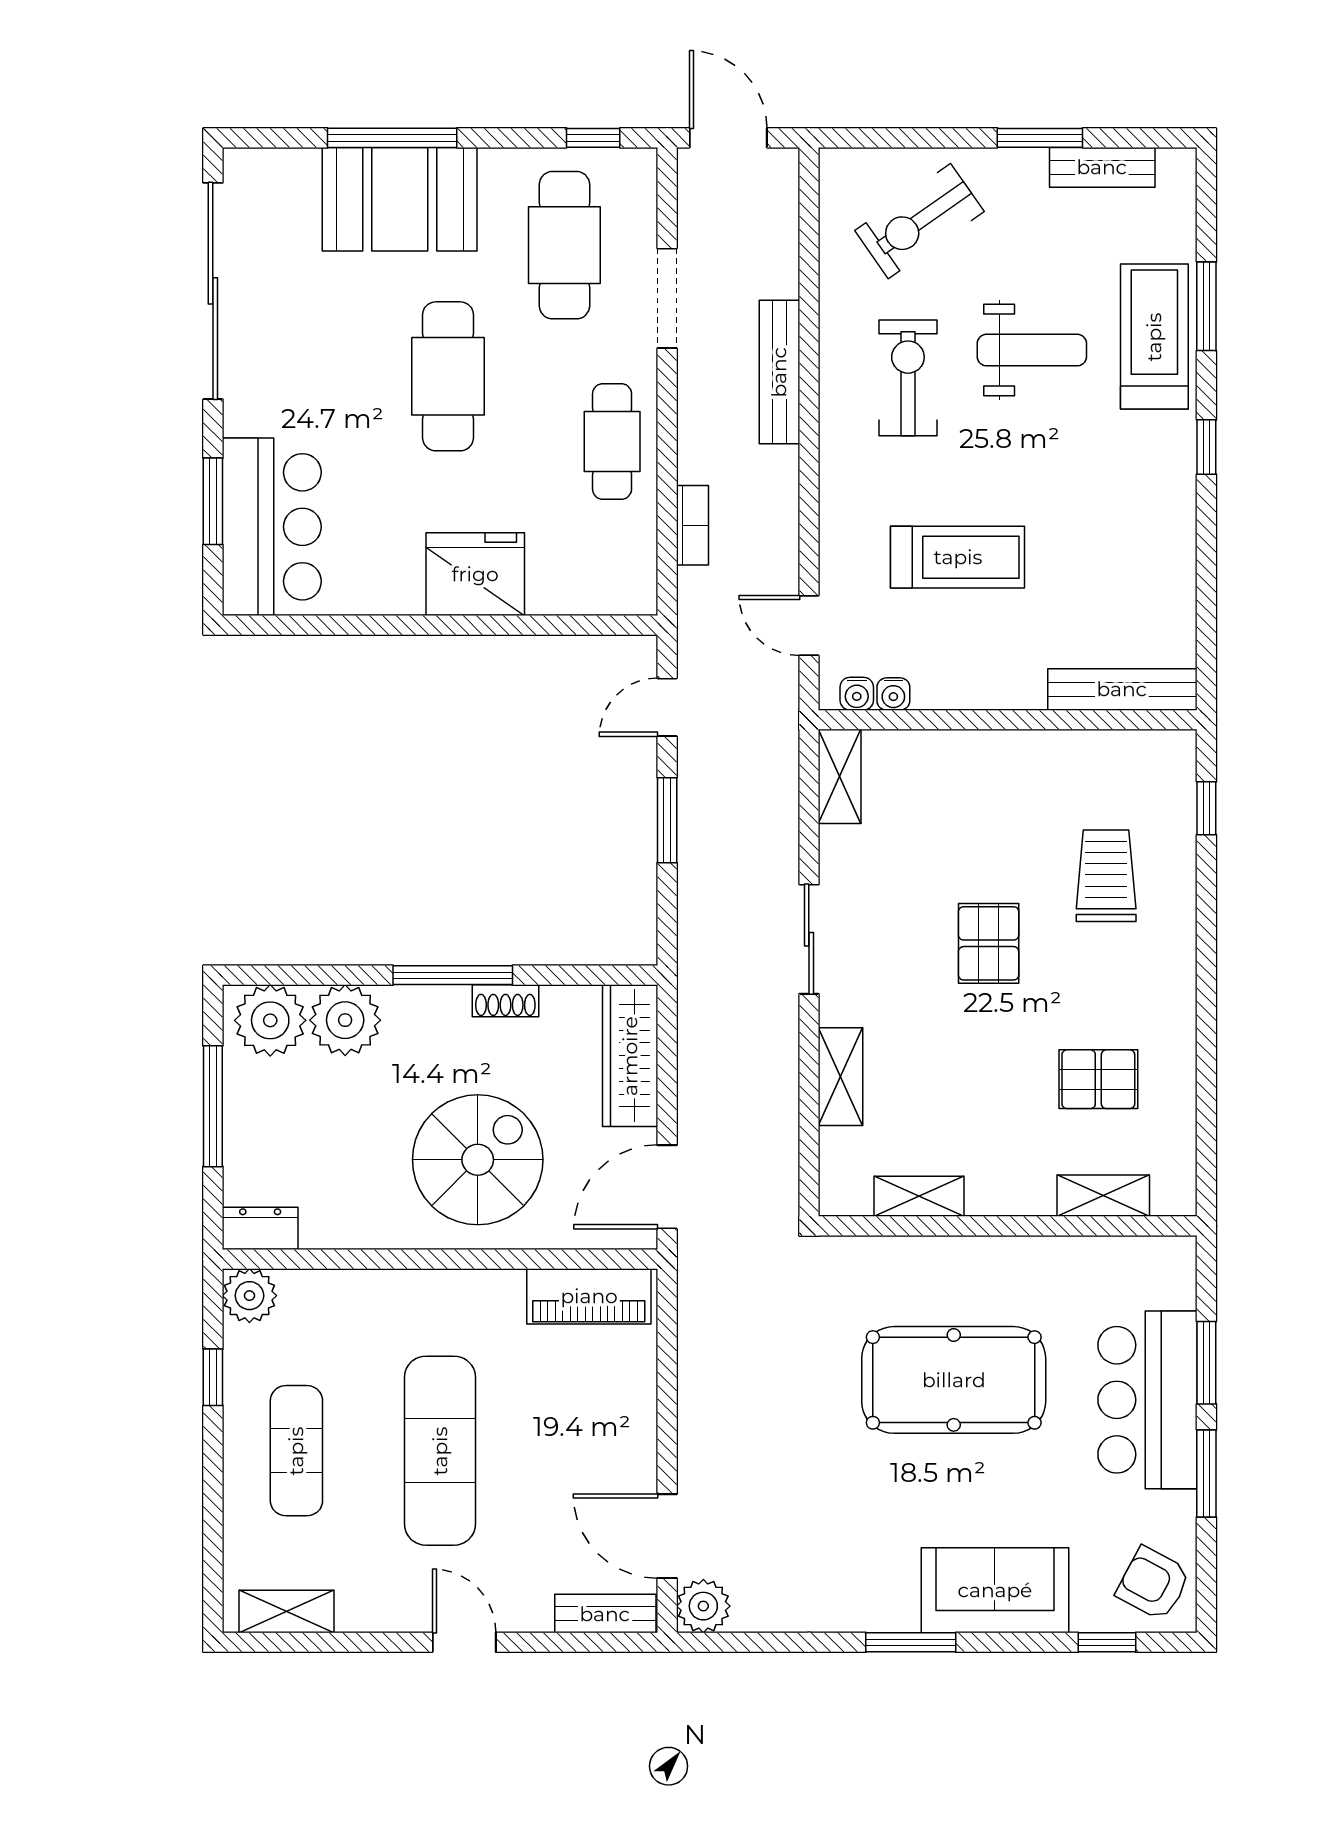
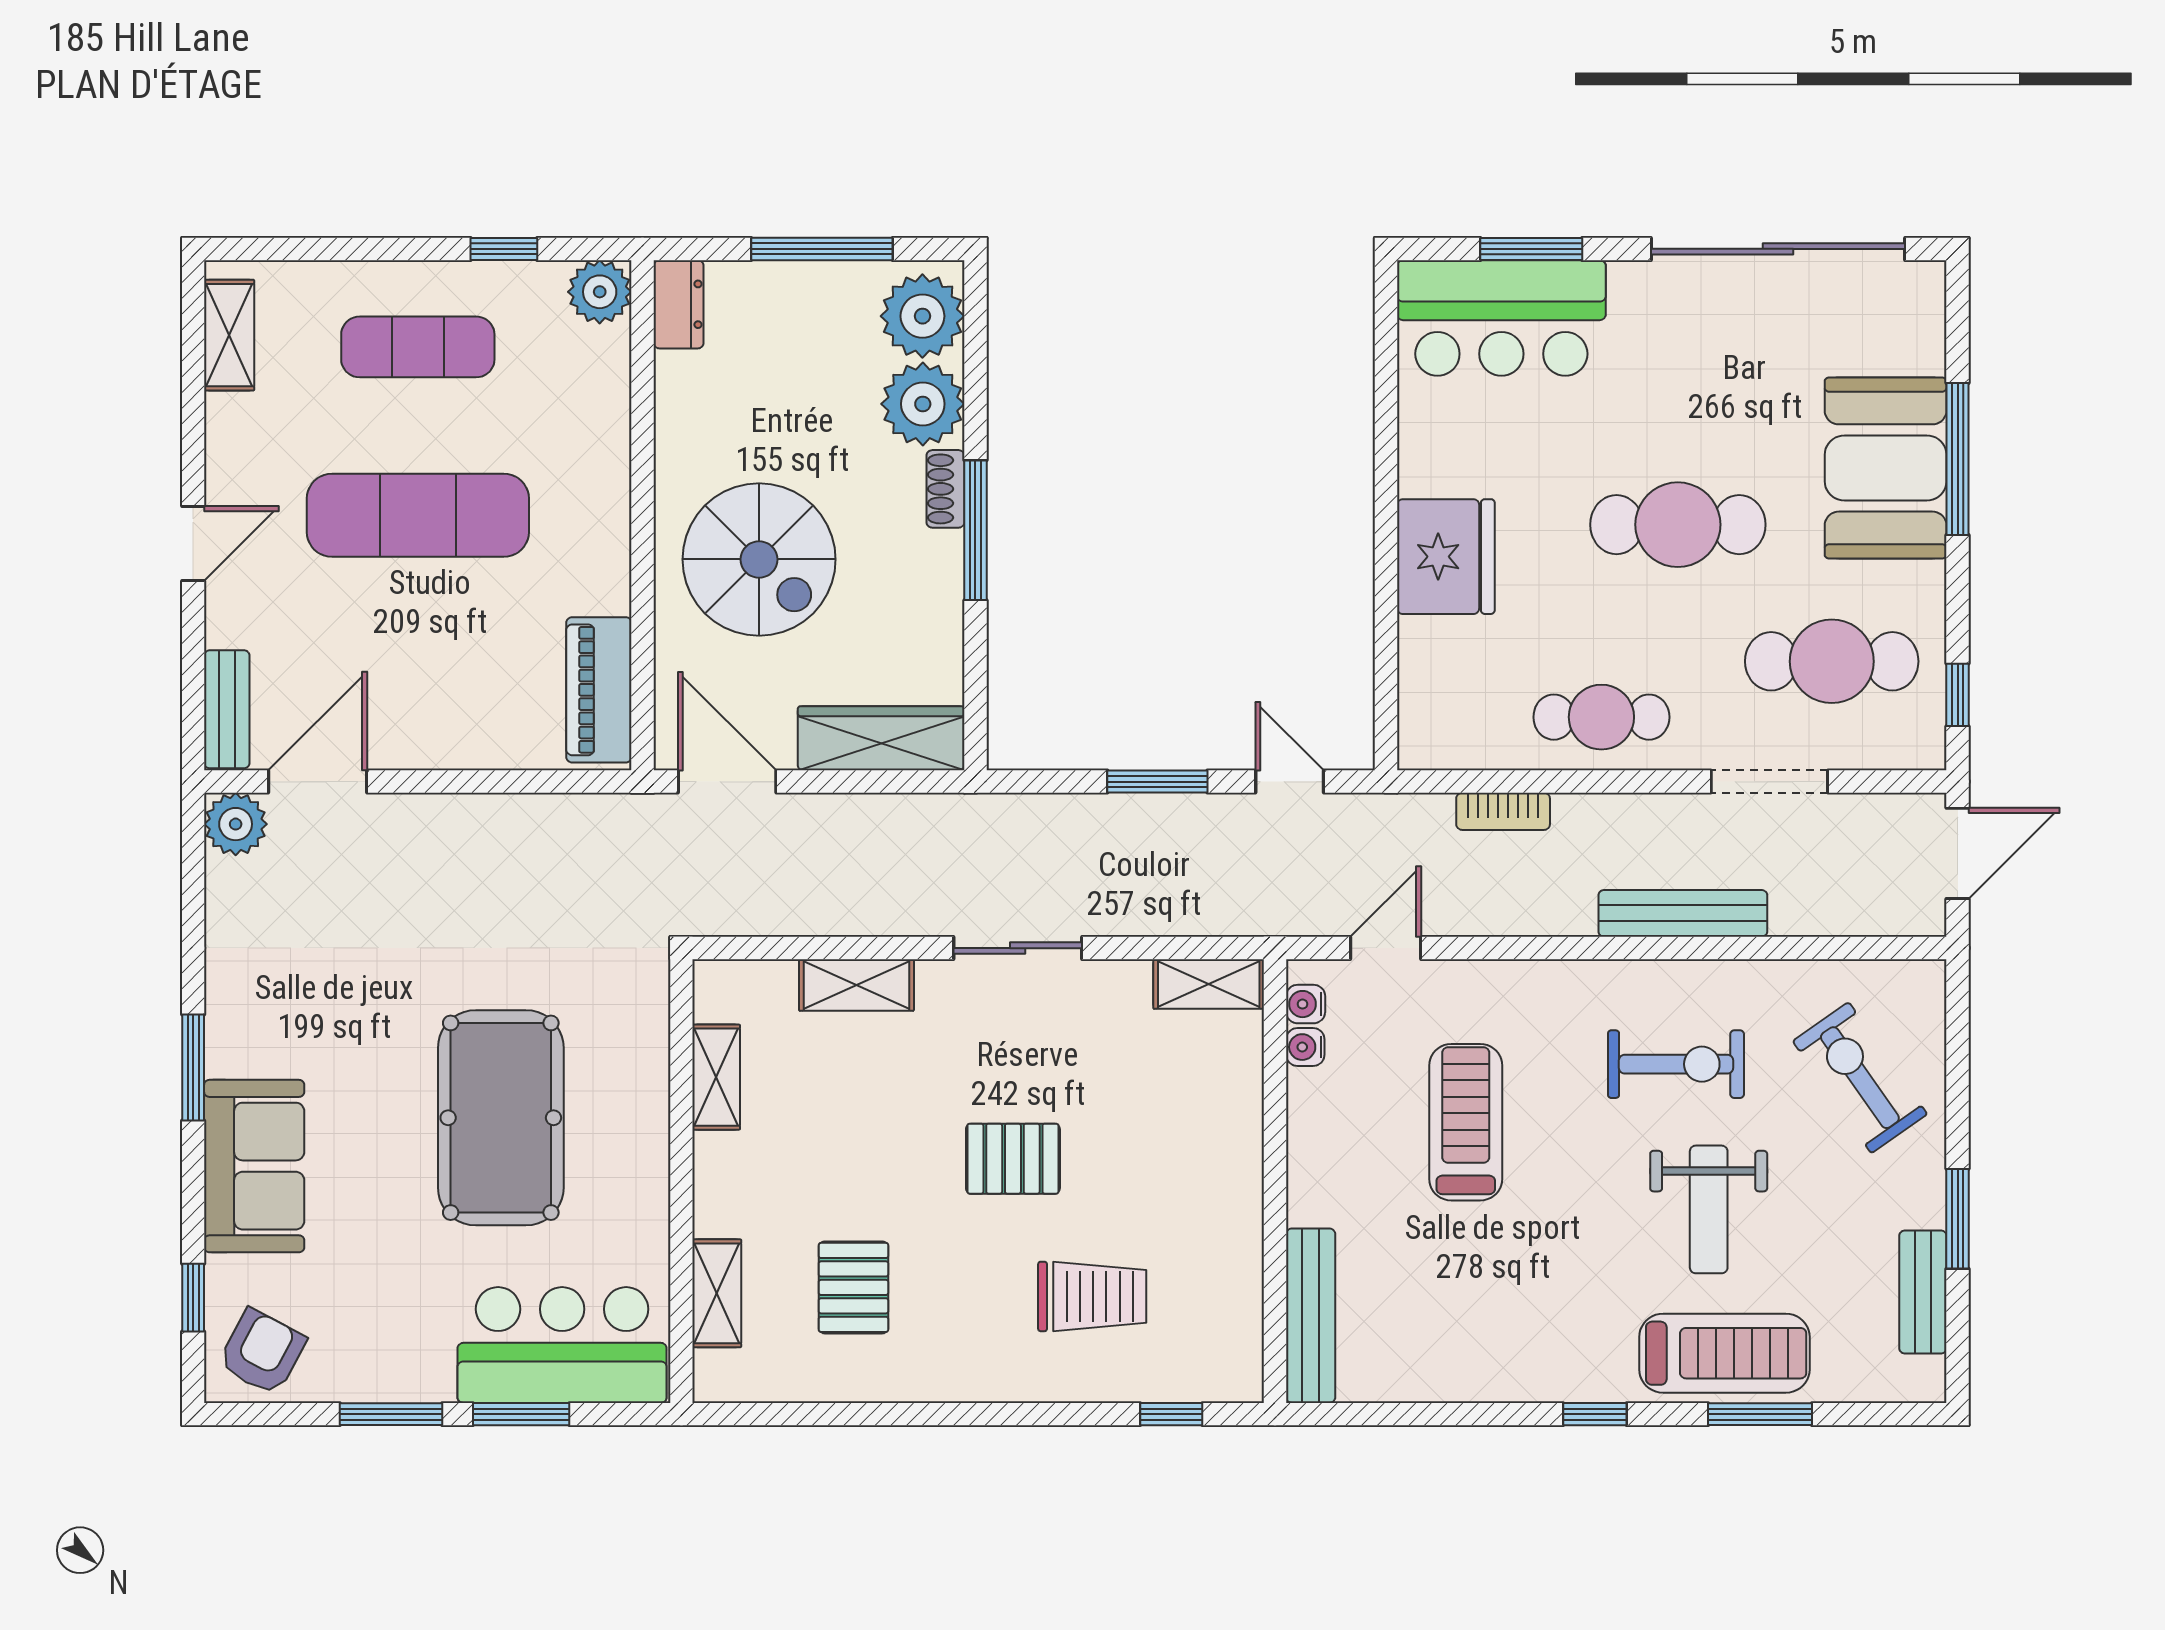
treadmill: (958, 557) -> (1466, 1122), turned 180
shoe rack: (505, 1001) -> (945, 489), moved
bar counter: (1147, 1400) -> (562, 1345), moved

